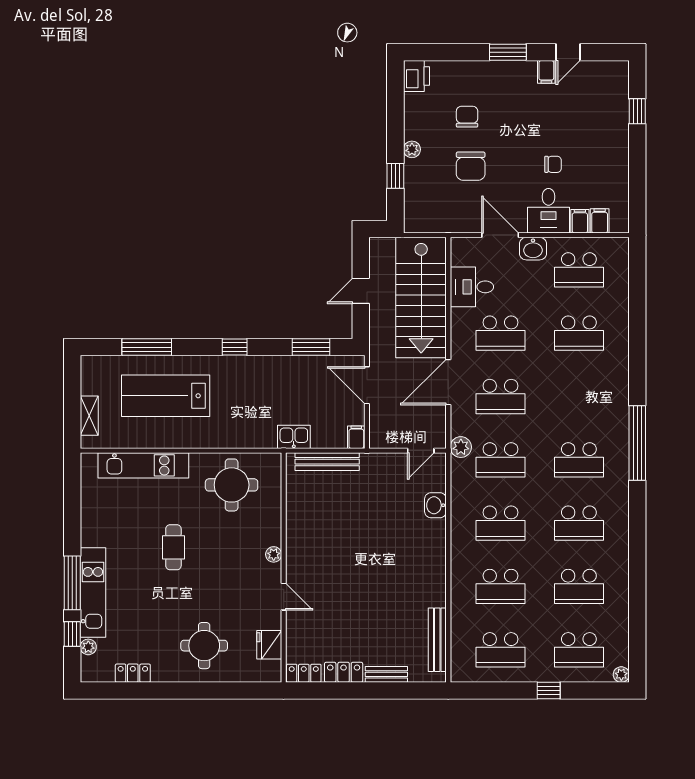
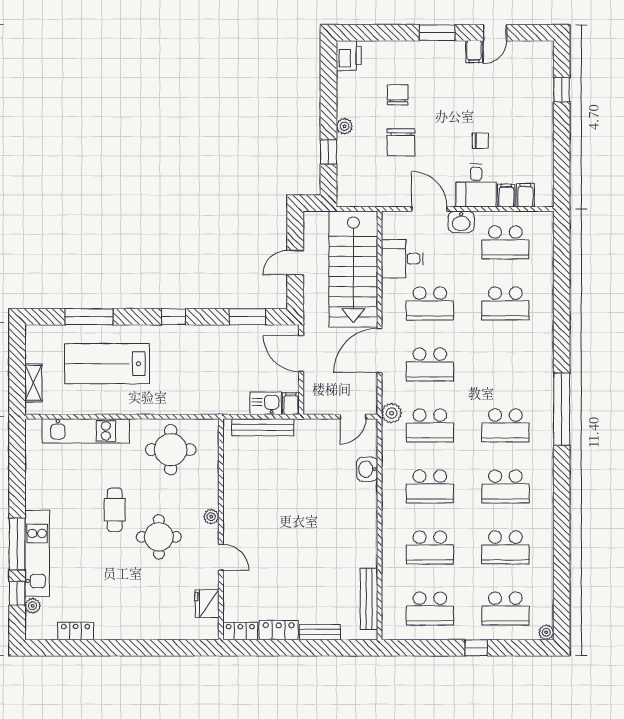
kitchen sink: (294, 437) -> (265, 403), moved
round table: (204, 646) -> (159, 537), moved

